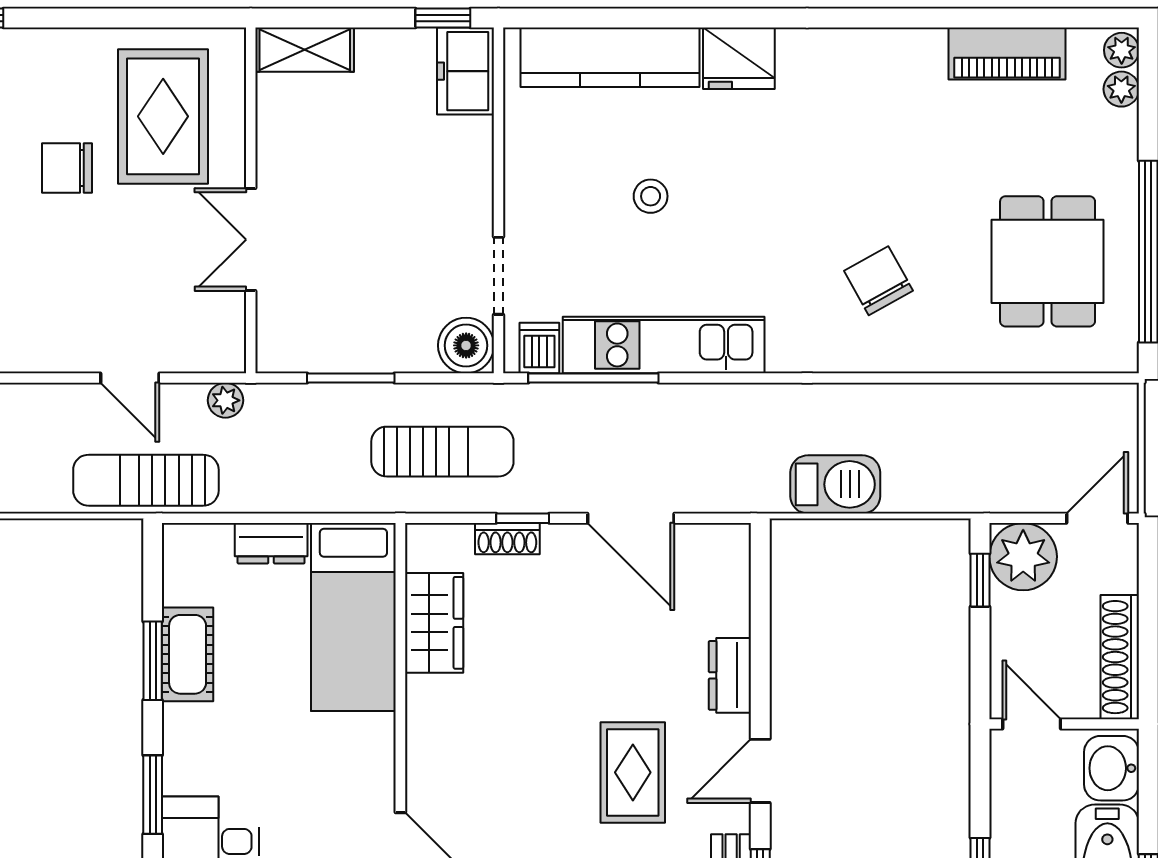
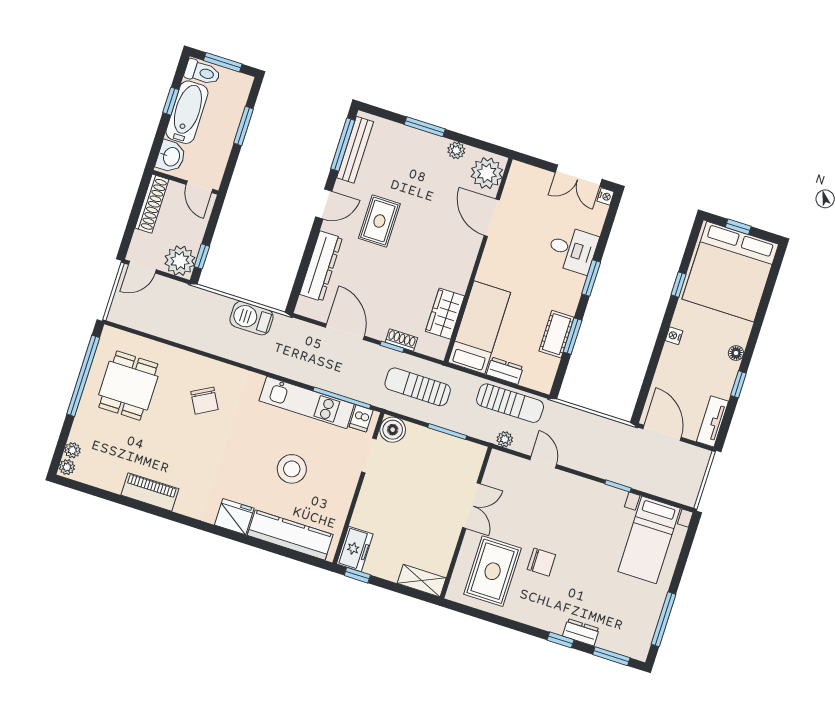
piano: (1007, 54) -> (150, 492), moved
stool: (651, 196) -> (292, 469), width x1.89, depth x1.89
sun lounger: (146, 480) -> (510, 403), moved
dresser: (730, 675) -> (321, 266), width x1.96, depth x1.24

